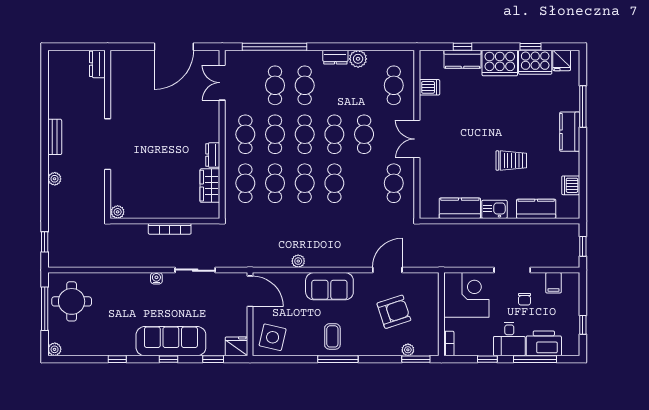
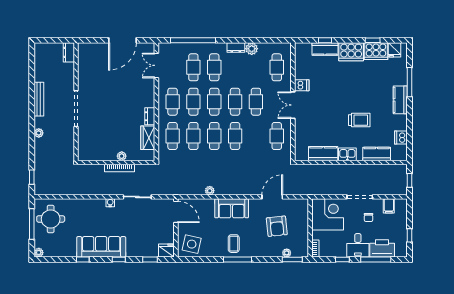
dishwasher: (429, 87) -> (302, 85), moved
bench: (55, 137) -> (39, 99), width x1.36
plant: (118, 212) -> (122, 156), moved
armchair: (394, 312) -> (277, 226), turned 102
sofa: (171, 341) -> (101, 247), moved

